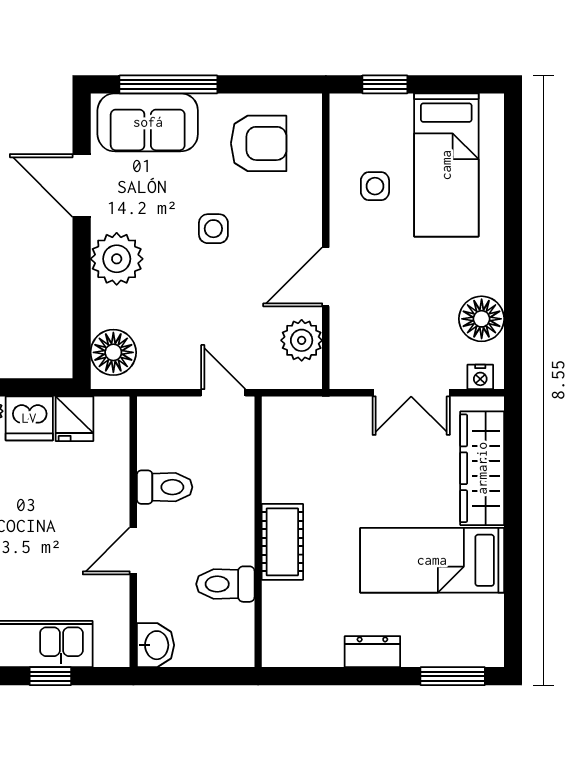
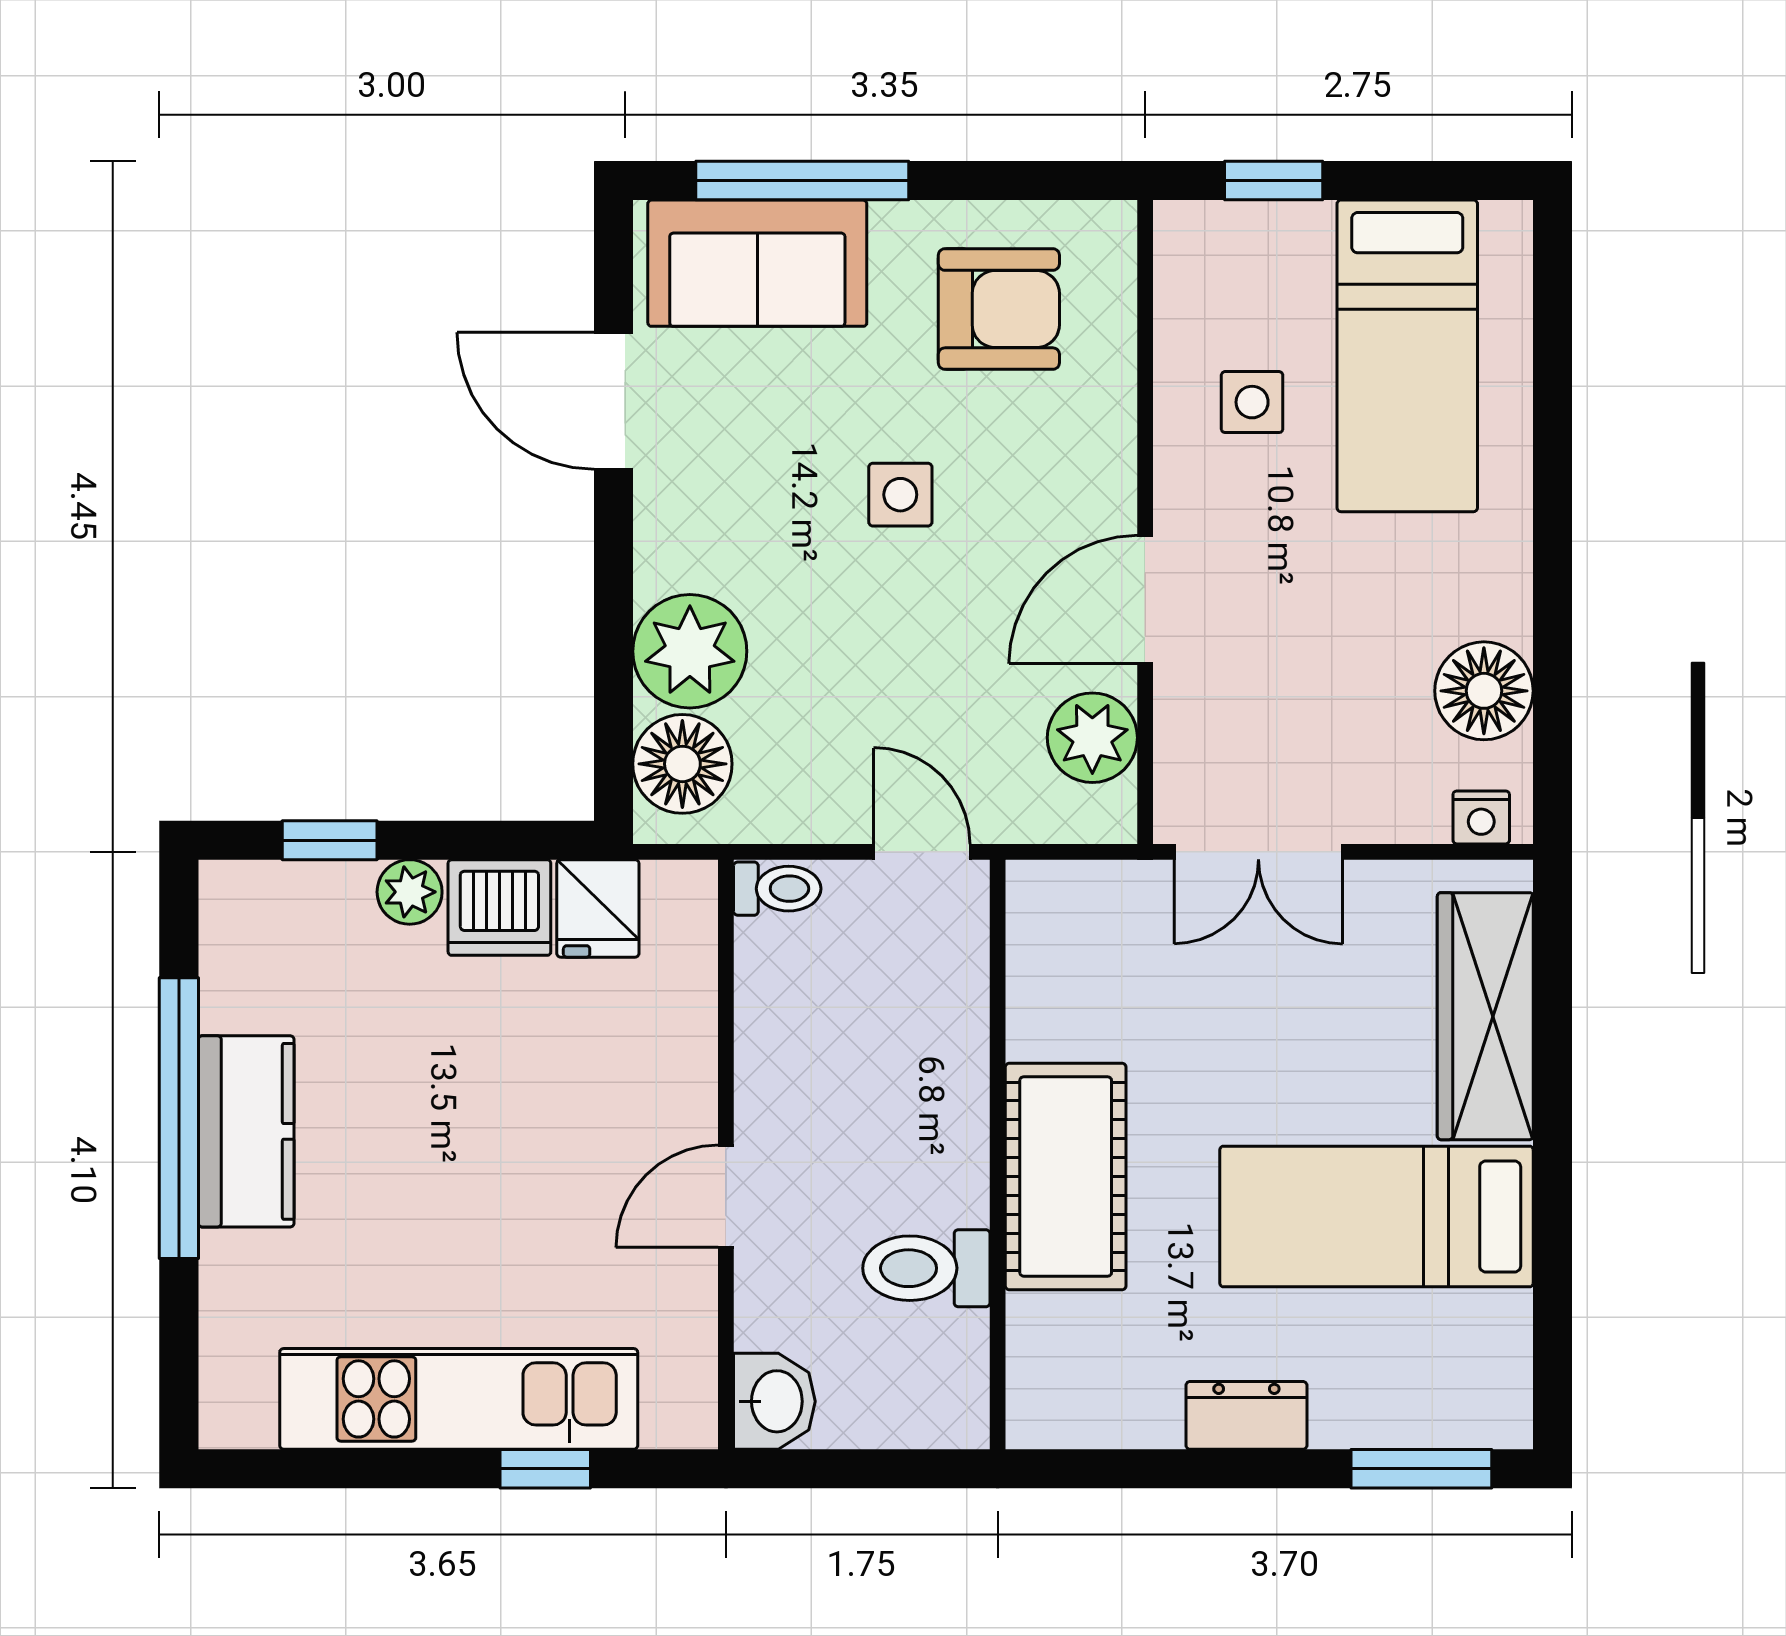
plant: (117, 259) -> (690, 651), moved
double door: (411, 393) -> (1258, 852), moved
toilet: (165, 487) -> (777, 889), moved, width x0.73, depth x0.72
cot: (282, 542) -> (1066, 1176), width x1.37, depth x1.34

